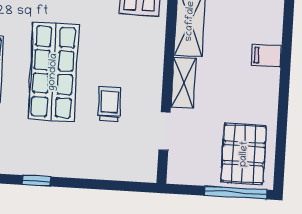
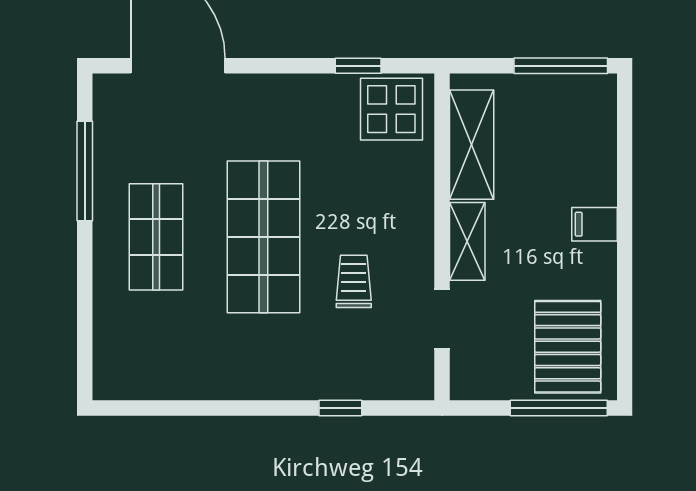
filing cabinet: (267, 56) -> (594, 224), moved
window: (36, 181) -> (340, 408), moved

